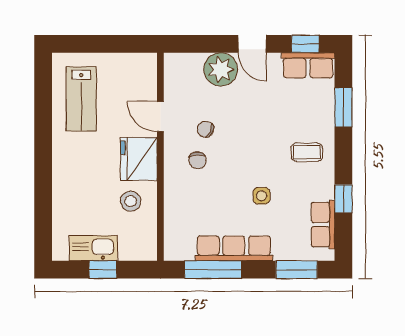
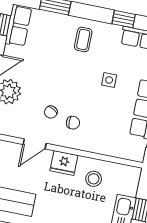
fridge: (139, 159) -> (64, 163), width x0.73, depth x0.75

